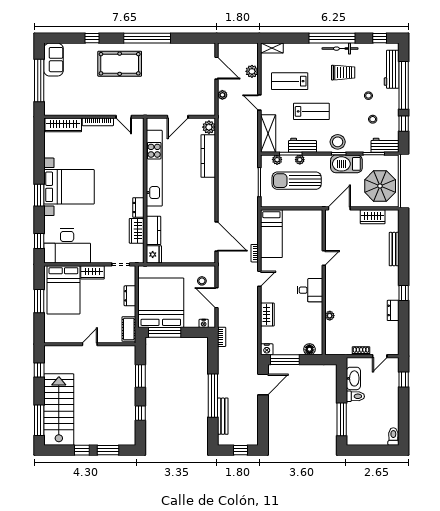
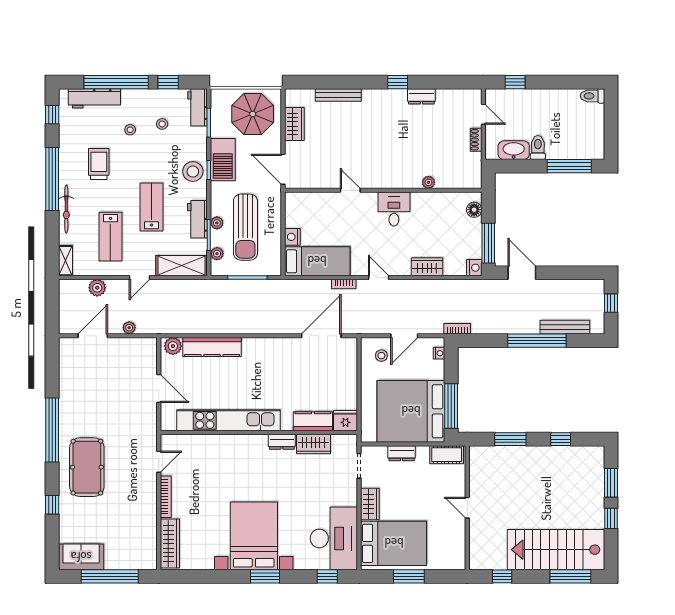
bicycle: (340, 49) -> (66, 209), moved
nightstand: (289, 215) -> (292, 237), added

